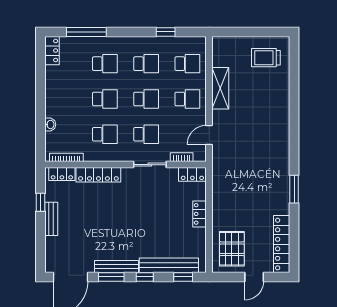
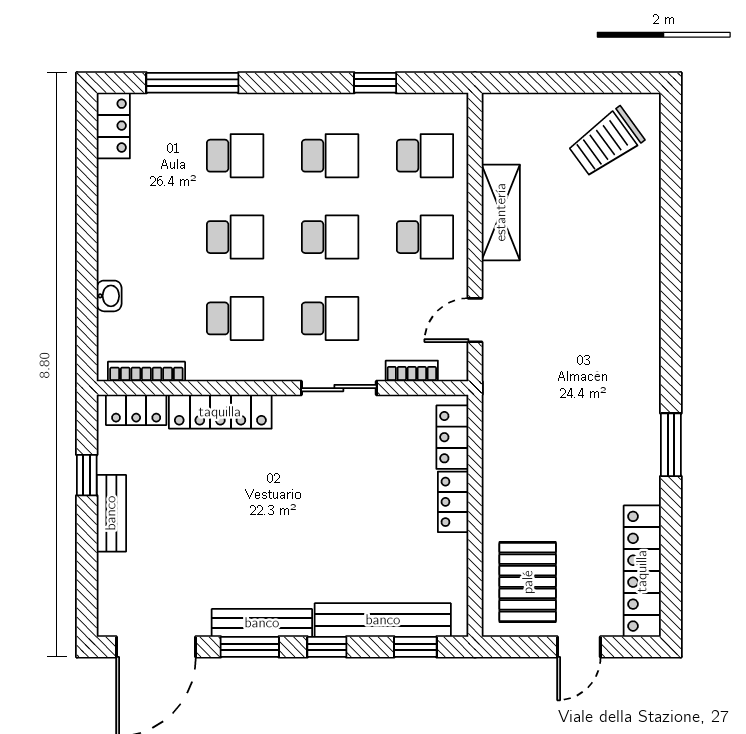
trolley: (266, 58) -> (606, 142), turned -36
locker: (192, 174) -> (452, 437), moved, turned 90

